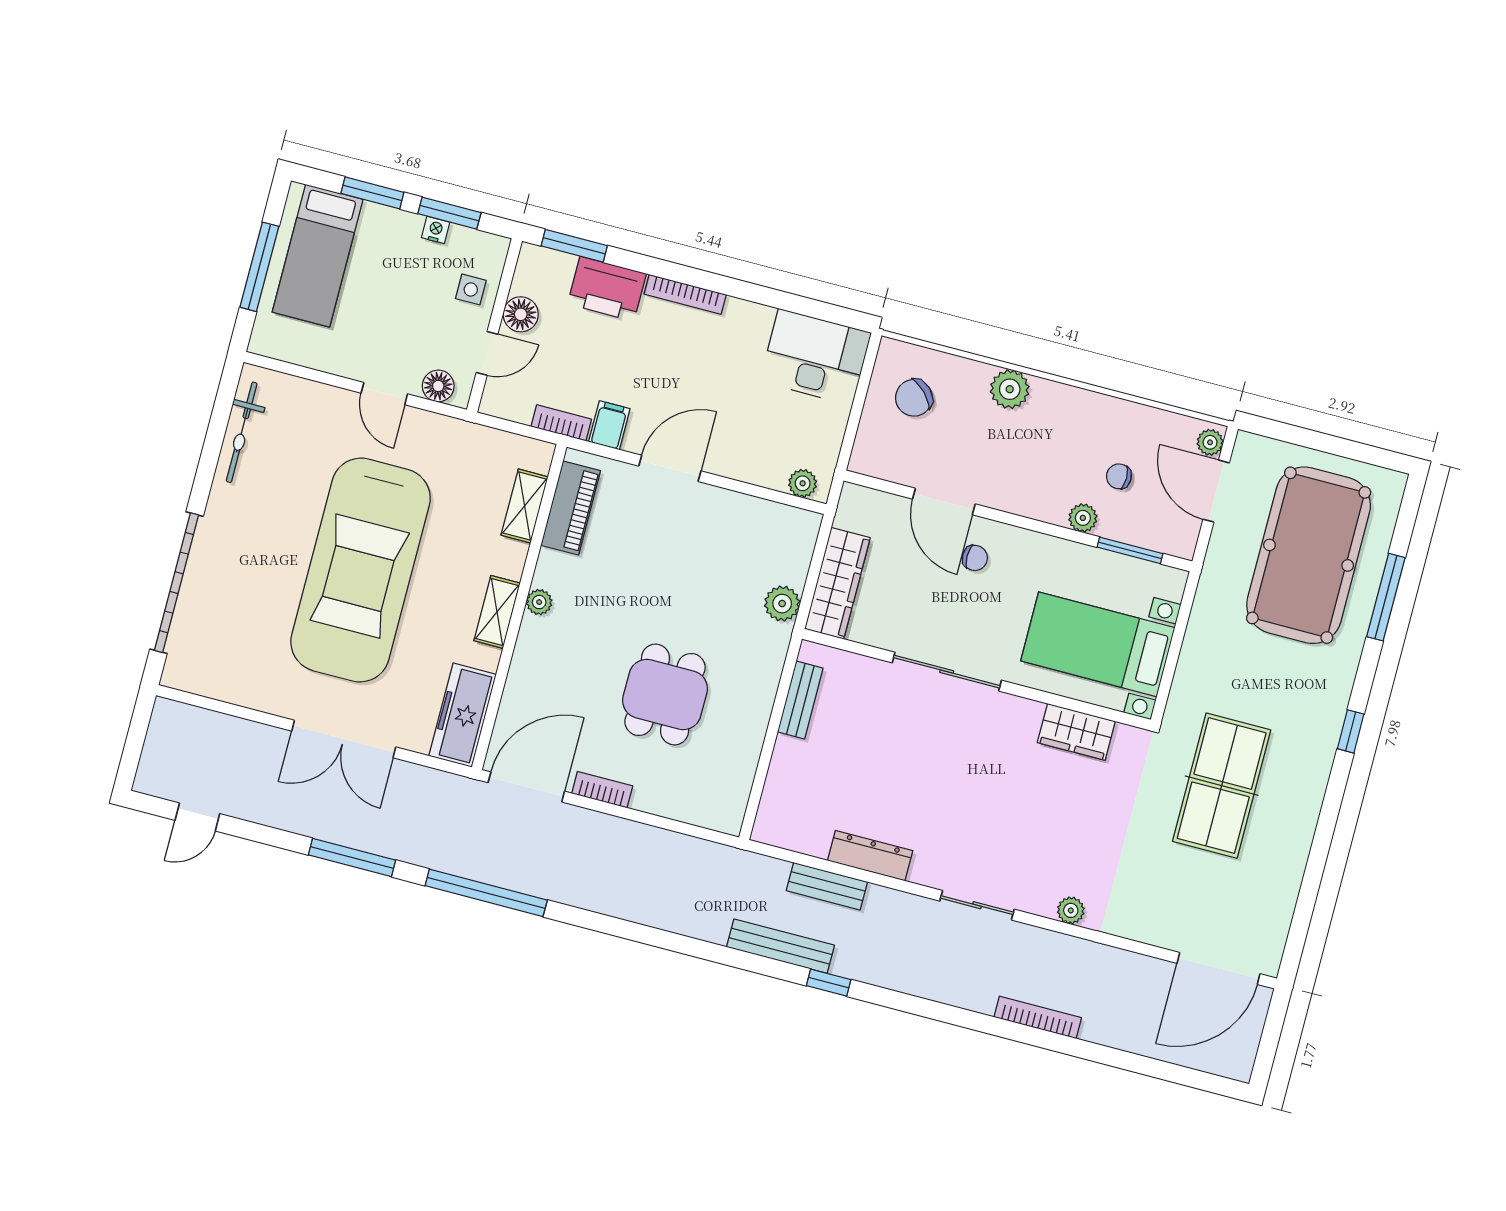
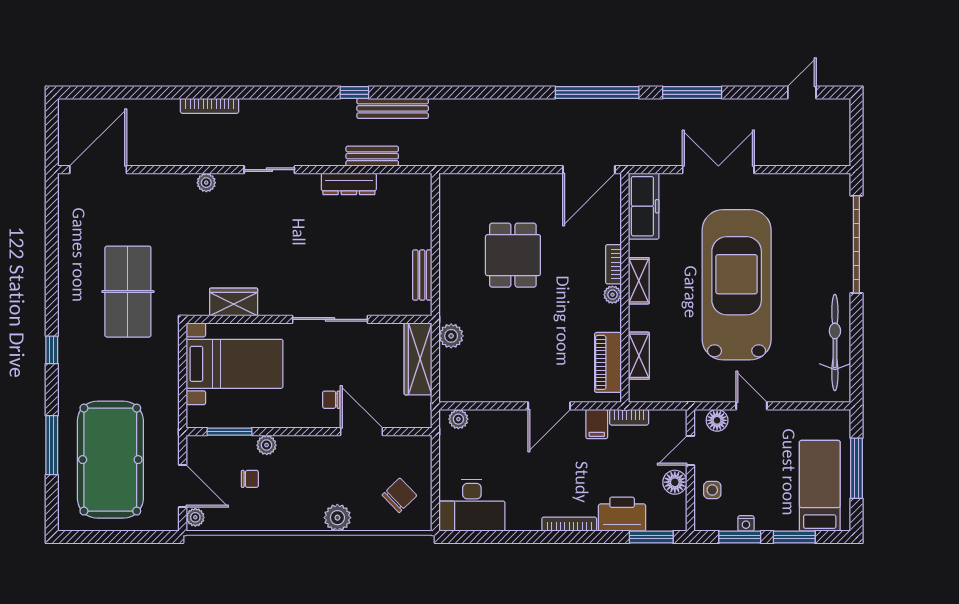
bicycle: (242, 432) -> (835, 342), width x1.37, depth x1.40
bookcase: (602, 790) -> (613, 264), moved, turned 90

